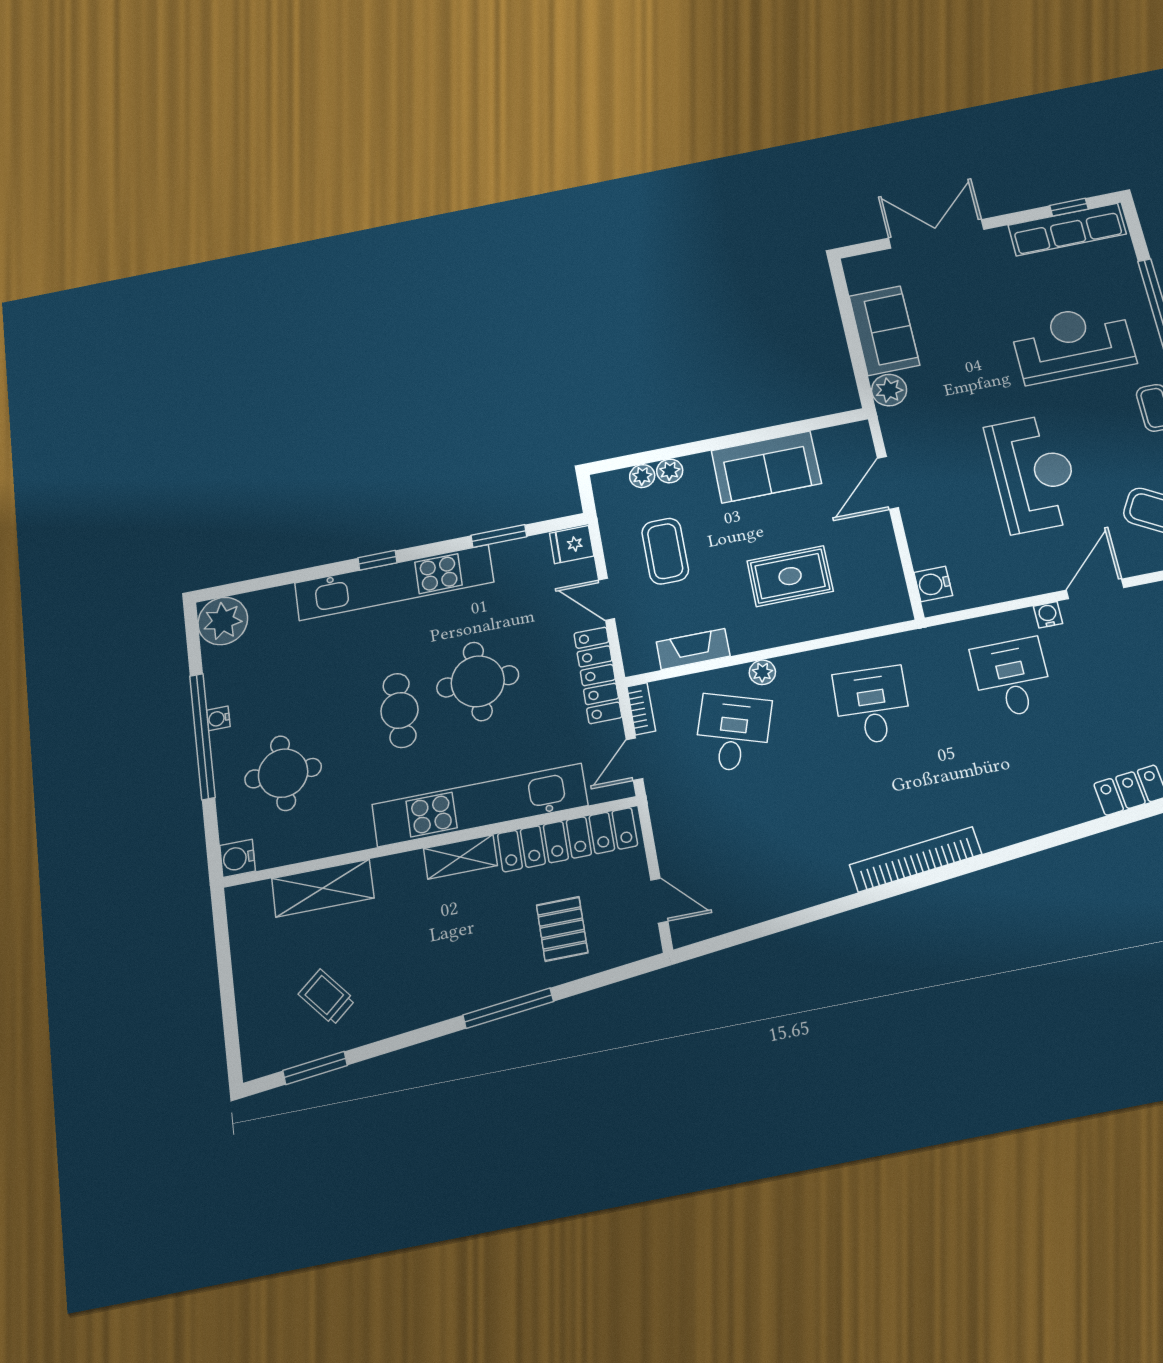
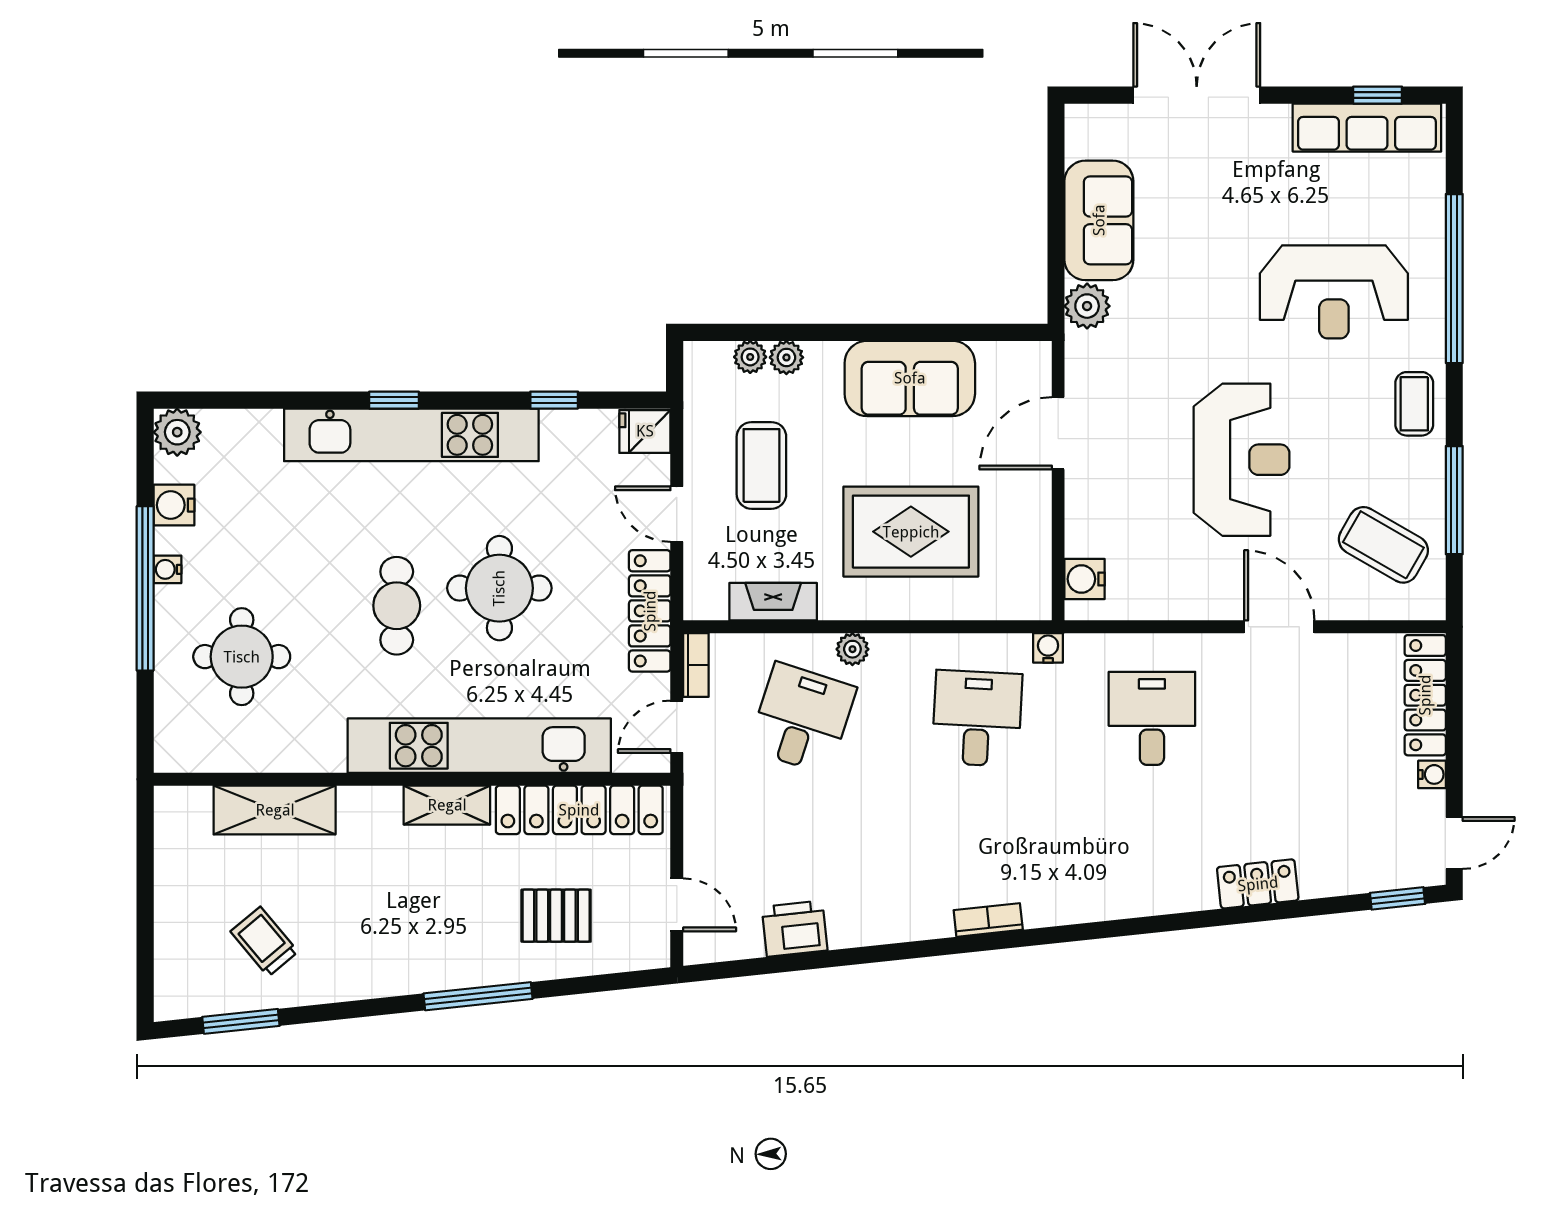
reception desk: (1073, 343) -> (1334, 292), turned 180
window: (499, 536) -> (554, 400), width x0.67
rug: (790, 576) -> (911, 532), width x1.36, depth x1.43
door: (1095, 589) -> (1279, 627), hinge flipped
water cooler: (1048, 615) -> (1048, 648), moved
plant: (223, 621) -> (177, 432), width x0.73, depth x0.73
water cooler: (238, 858) -> (174, 505), moved
bookcase: (915, 859) -> (988, 920), width x0.43, depth x0.76
printer: (759, 901) -> (795, 929), added
pallet: (562, 929) -> (556, 916), turned 90

